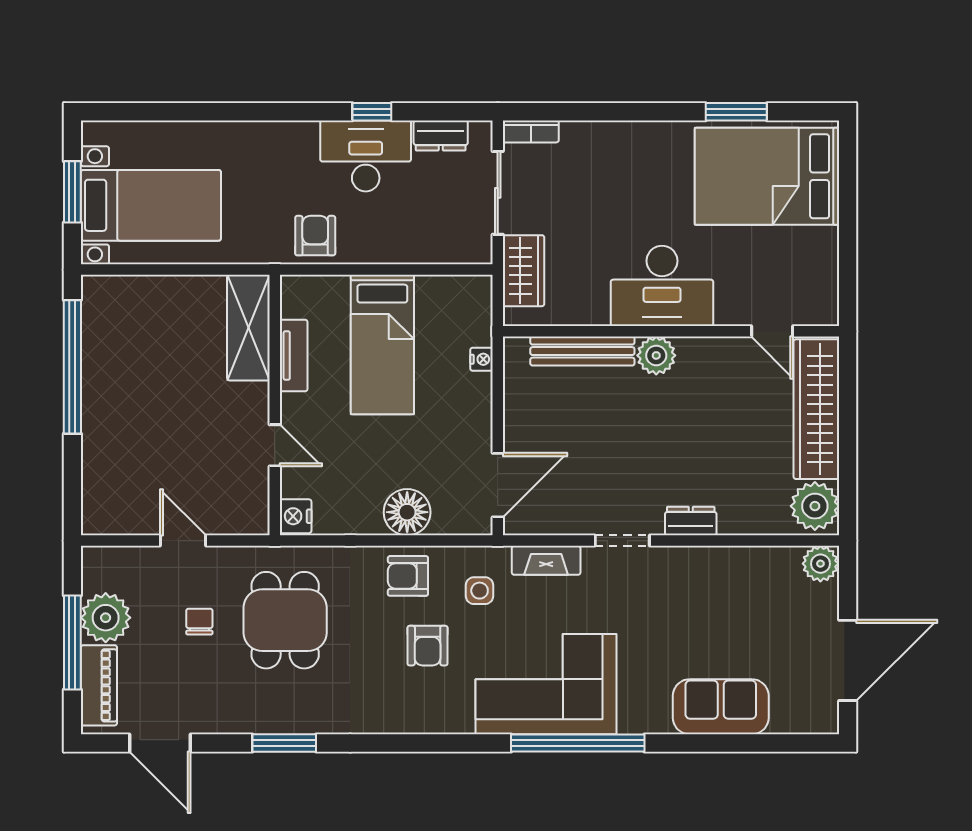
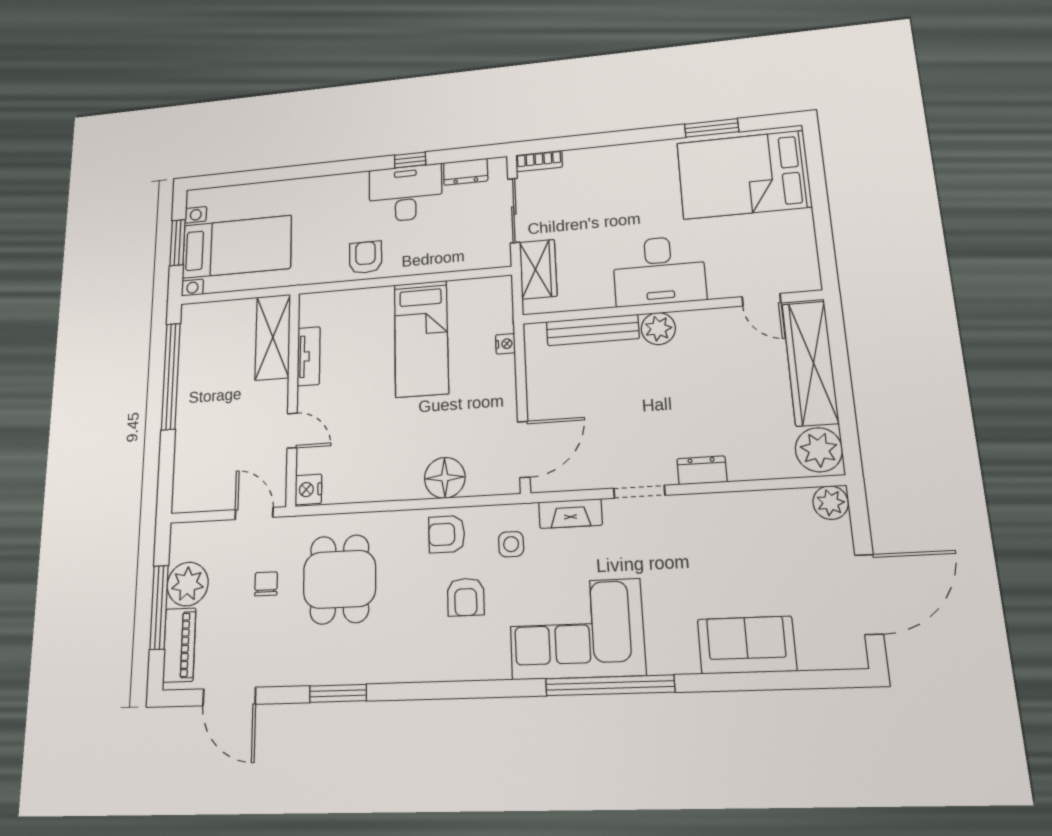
shelving: (248, 328) -> (273, 337), moved
tv unit: (294, 356) -> (309, 356), moved
wall: (275, 405) -> (293, 398), moved
door: (275, 445) -> (292, 431), moved
nightstand: (296, 516) -> (308, 489), moved

